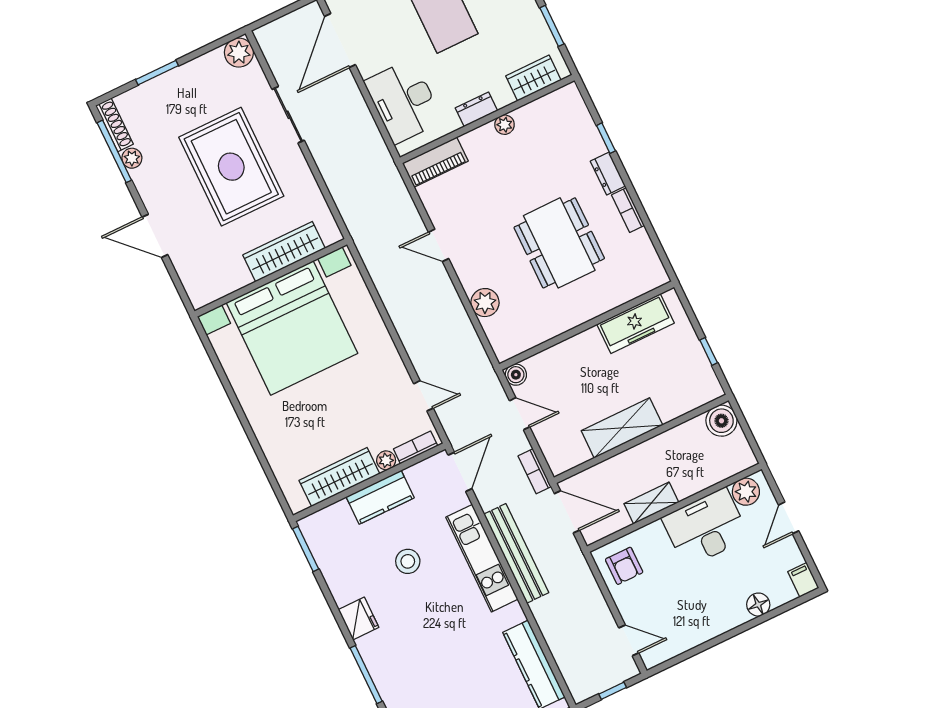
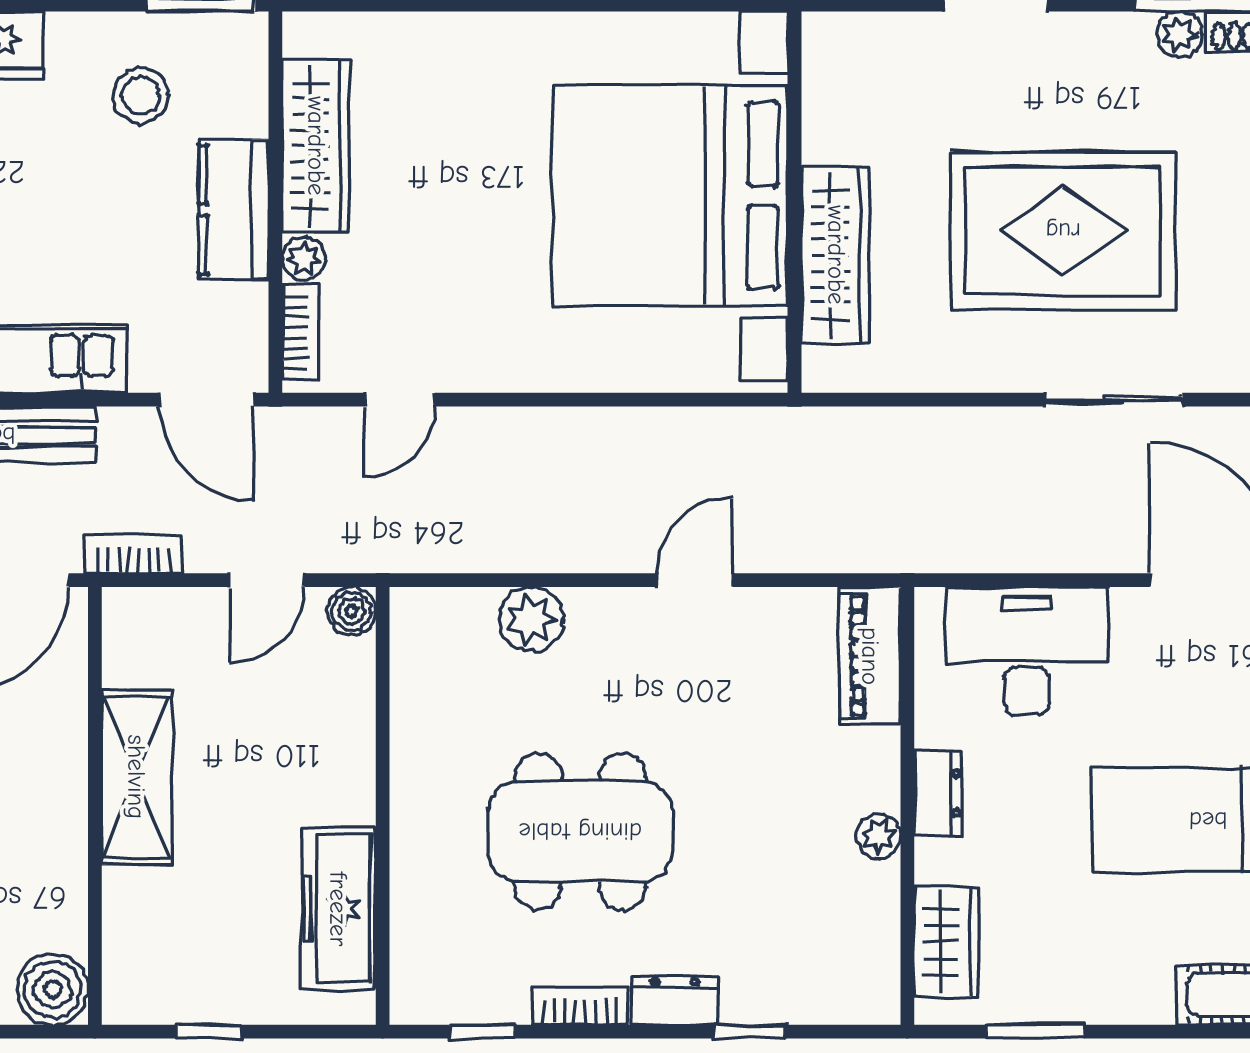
window: (657, 244) -> (482, 1032), added
stool: (408, 561) -> (141, 95), moved

